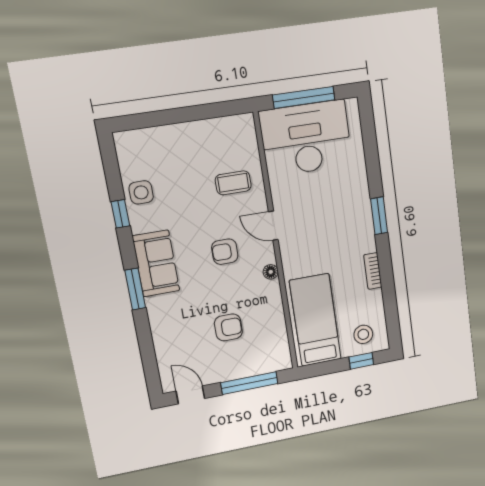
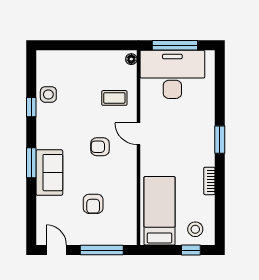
sofa: (156, 263) -> (49, 173), moved
floor lamp: (271, 272) -> (131, 59), moved
armchair: (228, 327) -> (93, 204), turned 90

